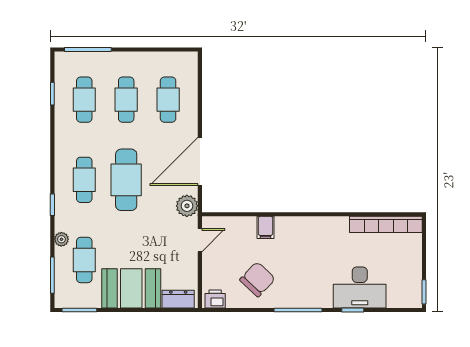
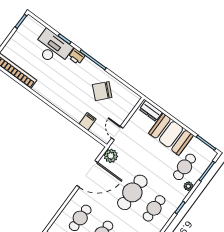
filing cabinet: (265, 227) -> (87, 121), moved
door: (200, 240) -> (117, 133), hinge flipped
printer: (215, 299) -> (76, 56), moved

